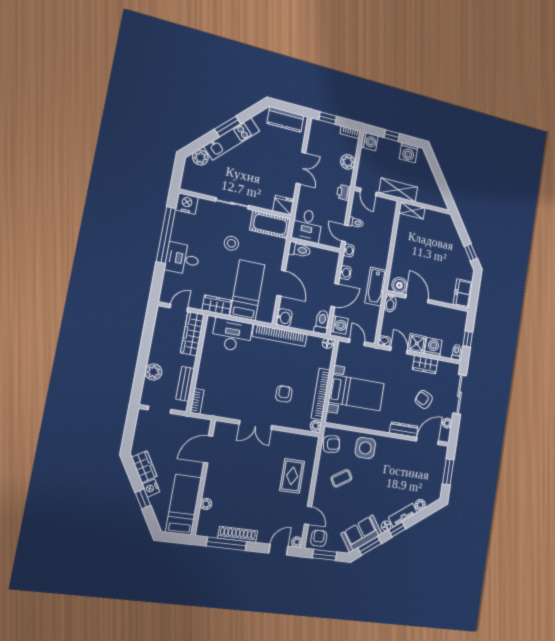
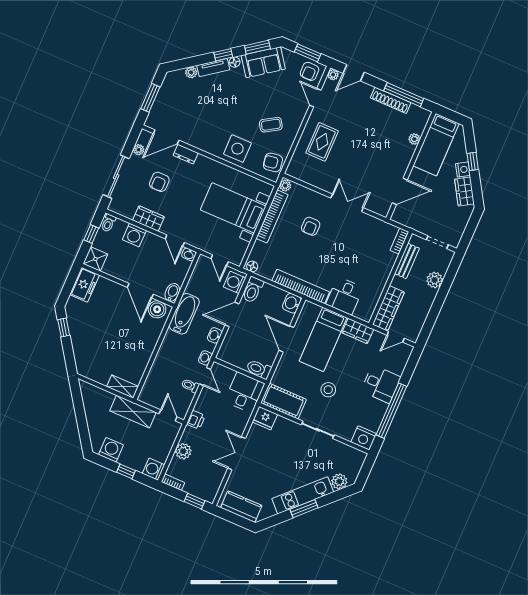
desk: (232, 335) -> (345, 296), width x0.73
shower: (417, 343) -> (95, 259), moved
armchair: (424, 399) -> (159, 182), turned 65
dresser: (404, 430) -> (186, 154), width x0.70

